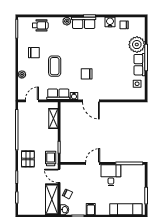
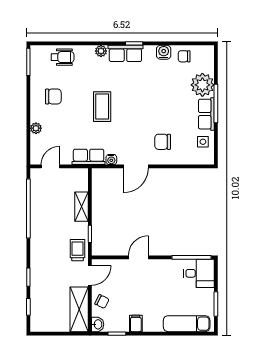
coffee table: (55, 66) -> (102, 107), moved
chair: (87, 74) -> (163, 142), moved
door: (91, 101) -> (136, 166), hinge flipped
shelving: (53, 119) -> (82, 207), moved
pallet: (28, 159) -> (45, 251), removed
desk: (111, 175) -> (199, 273), moved, turned 90
door: (59, 176) -> (90, 275), swing flipped

